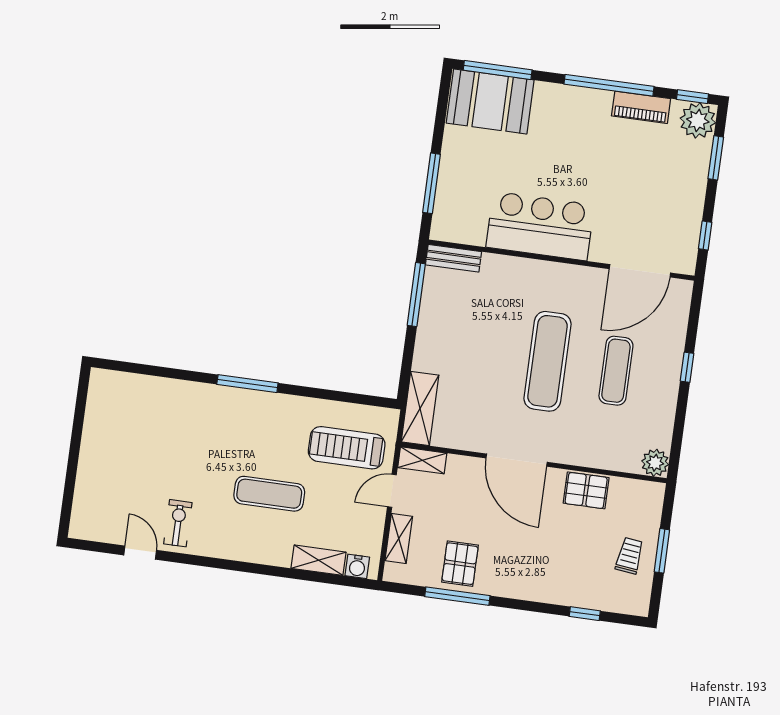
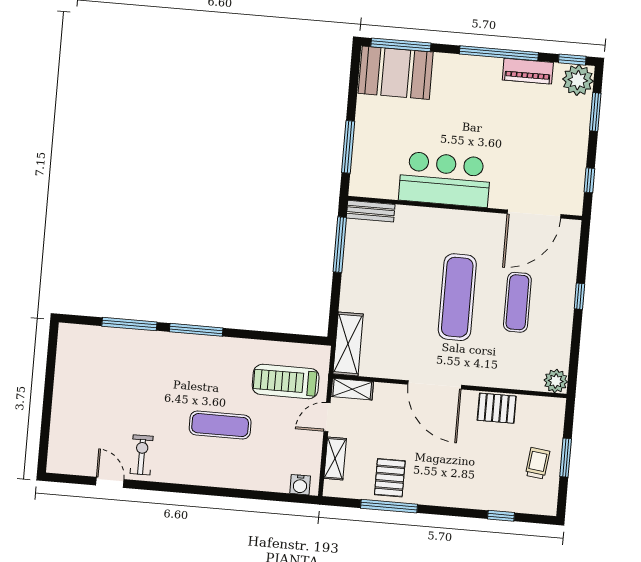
window: (171, 373) -> (129, 324), added
shelving: (319, 560) -> (266, 481), removed

